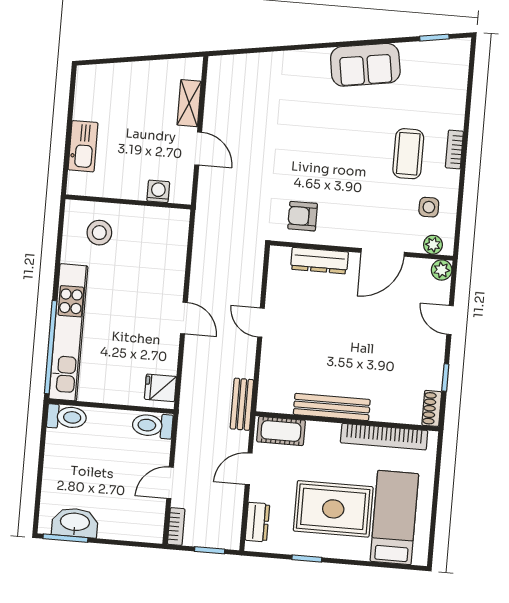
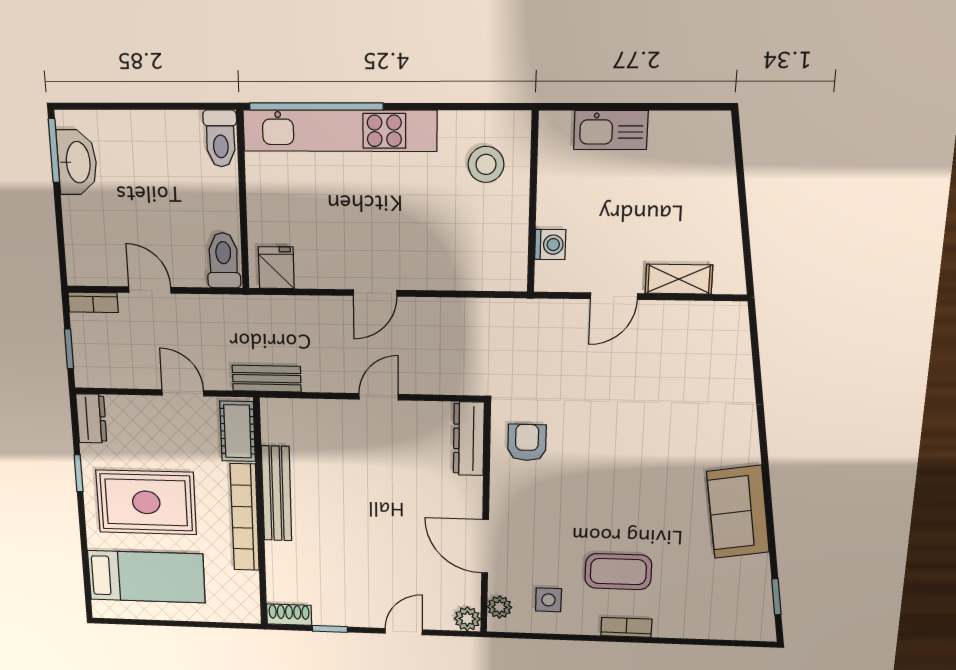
dresser: (319, 261) -> (469, 439), moved
bookcase: (384, 437) -> (245, 517), moved
rug: (333, 509) -> (146, 502), turned 90
dresser: (257, 522) -> (91, 418), moved, turned -90

